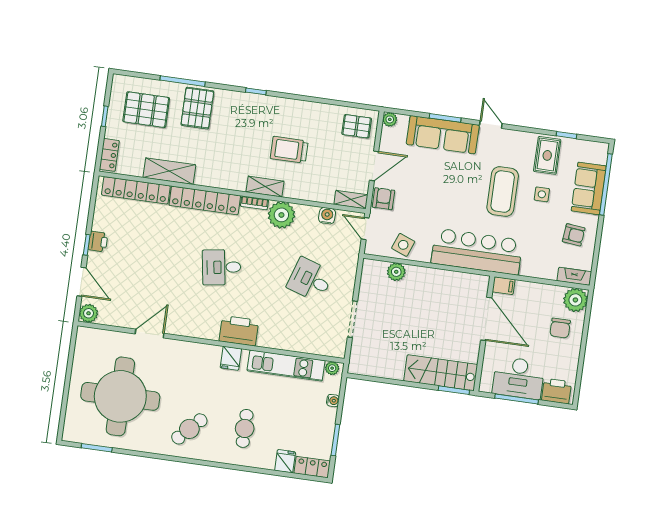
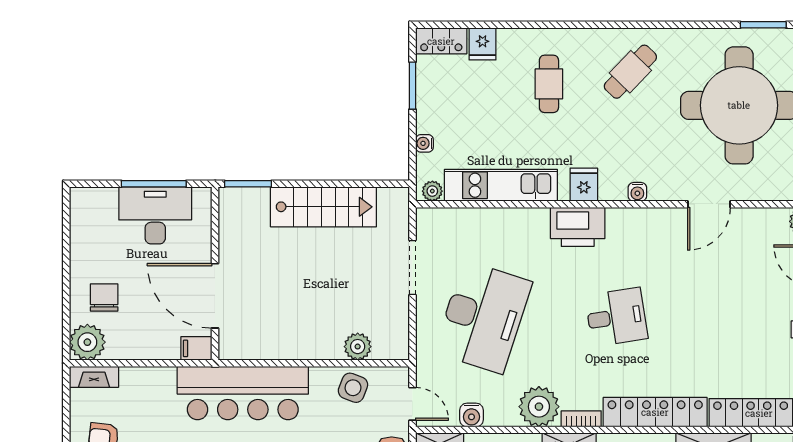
desk: (310, 280) -> (483, 317), width x1.87, depth x1.30
water cooler: (196, 348) -> (637, 192), added
stairs: (441, 373) -> (323, 207), moved
printer: (557, 391) -> (96, 204), removed

